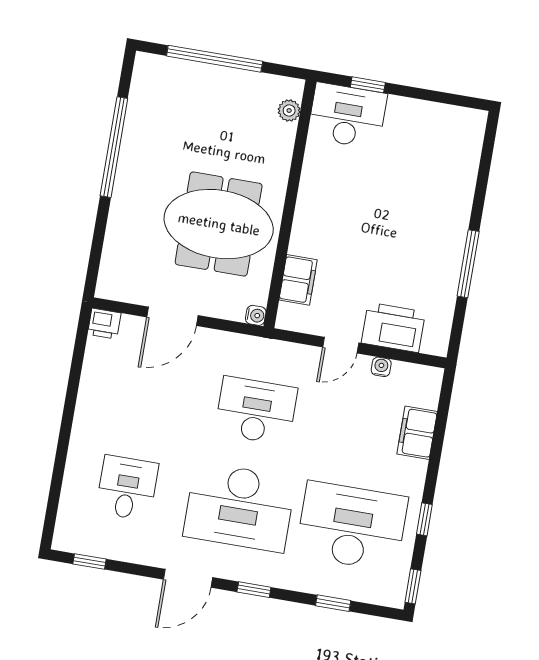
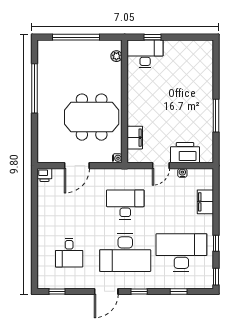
desk: (127, 488) -> (69, 253), turned 180

